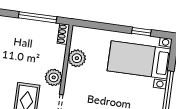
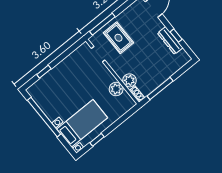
plant: (54, 77) -> (129, 80), moved

